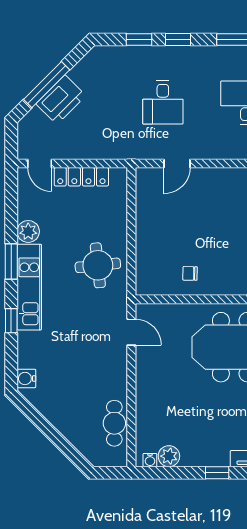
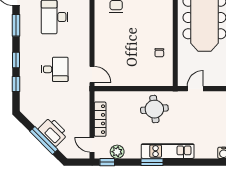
door: (40, 164) -> (92, 145), swing flipped
door: (177, 164) -> (92, 74), moved
plant: (28, 231) -> (117, 152), moved
window: (11, 321) -> (107, 162), moved

